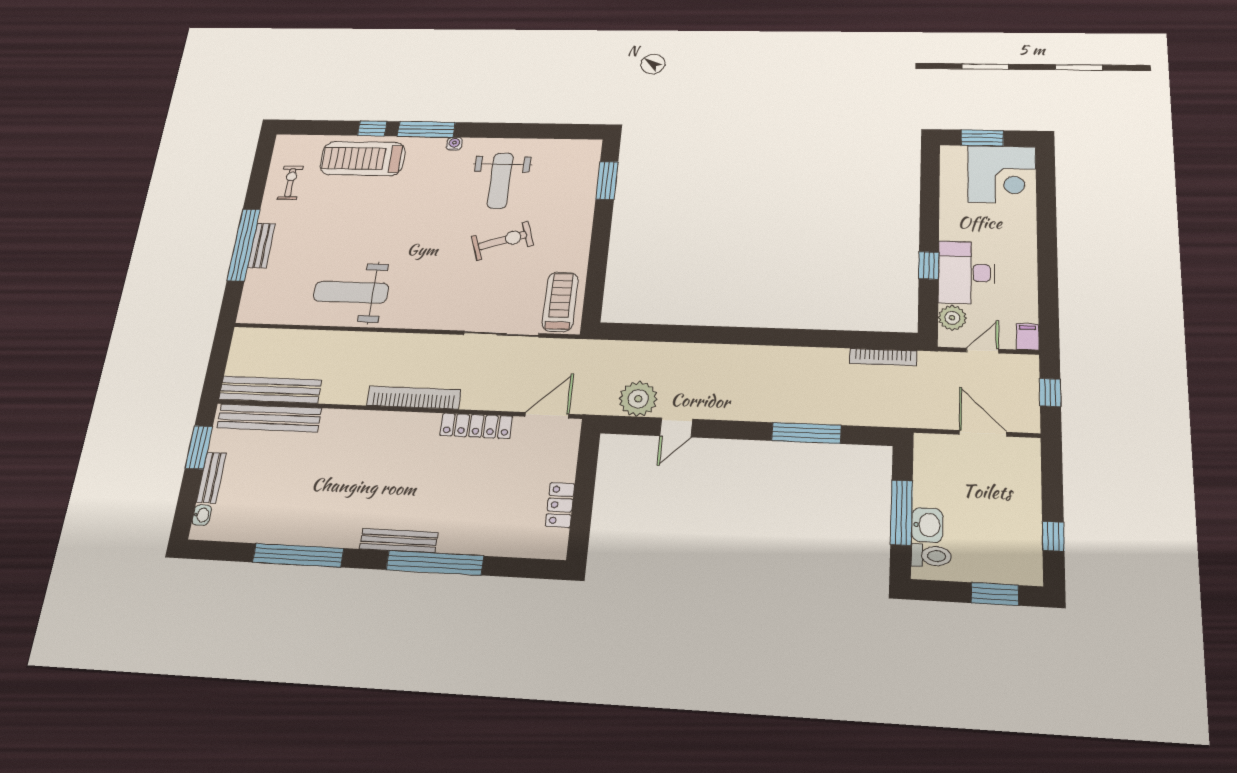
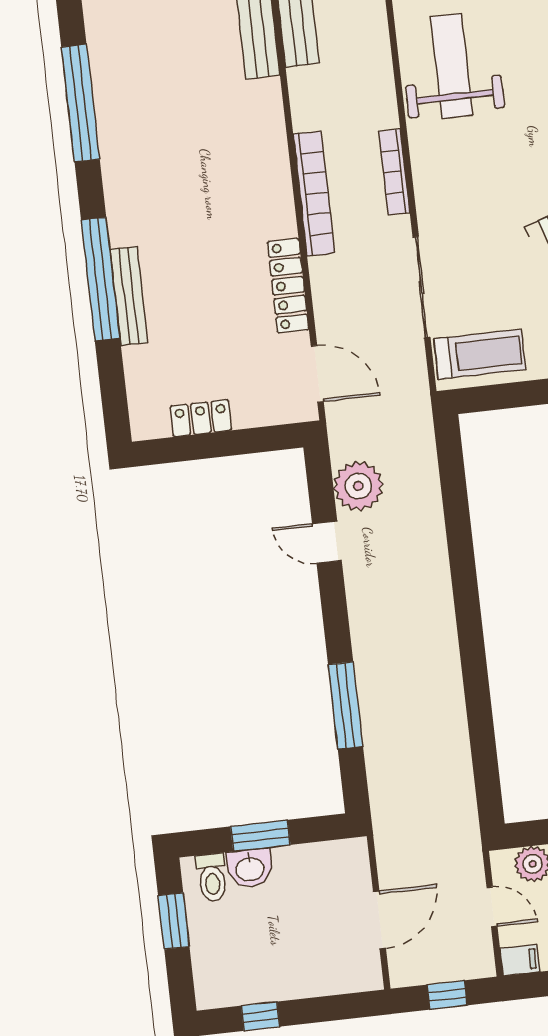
bookcase: (883, 357) -> (394, 172), moved
window: (902, 513) -> (260, 836), width x0.69
bench: (399, 541) -> (129, 296), moved
window: (995, 594) -> (174, 921), moved

